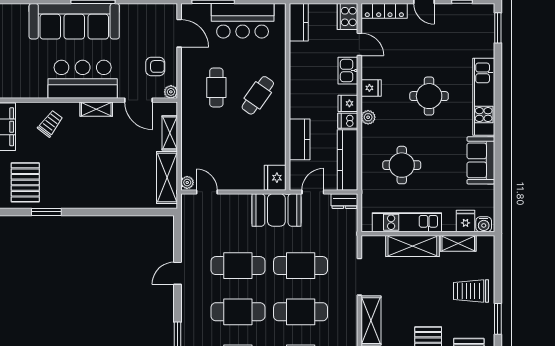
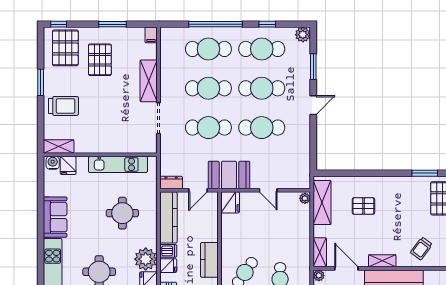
plant: (368, 117) -> (146, 259), width x1.88, depth x1.88
shelving: (170, 133) -> (320, 252), moved
kitchen counter: (300, 139) -> (209, 260), moved
pallet: (118, 173) -> (363, 206), added
door: (207, 192) -> (268, 190), moved
shelving: (458, 243) -> (59, 147), moved
shelving: (412, 246) -> (113, 144), removed
door: (177, 273) -> (313, 105), moved

